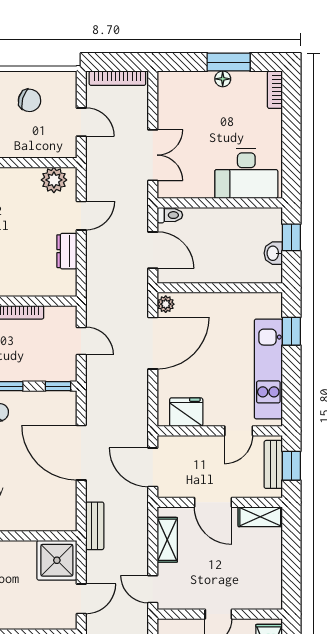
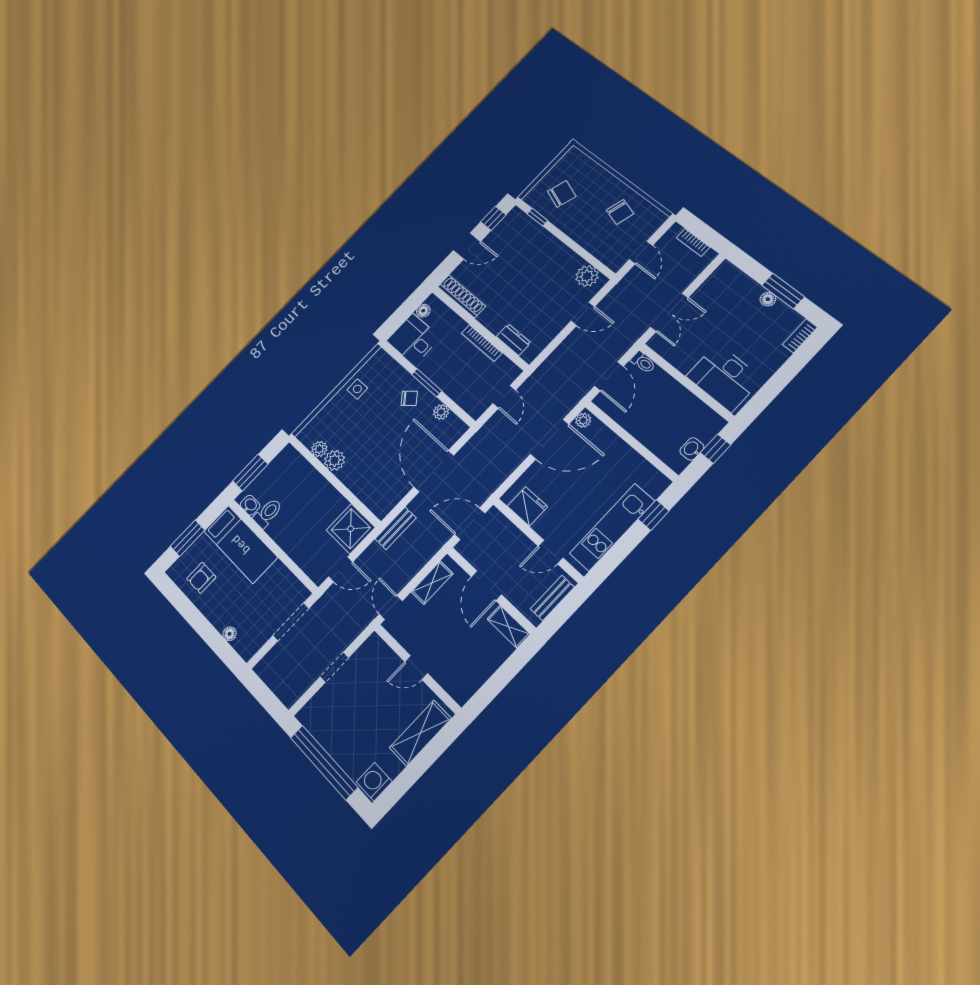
bookcase: (117, 78) -> (693, 242), width x0.64
dresser: (67, 251) -> (513, 340), moved, turned 90
window: (58, 386) -> (461, 414), removed
plant: (39, 400) -> (441, 412), added
window: (291, 466) -> (564, 611), removed
door: (153, 467) -> (470, 524), hinge flipped

